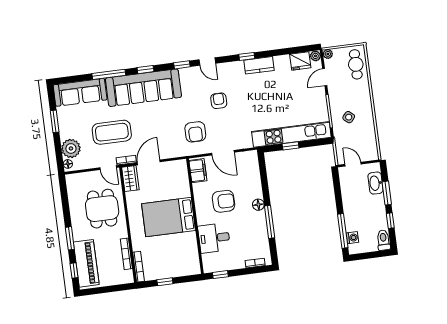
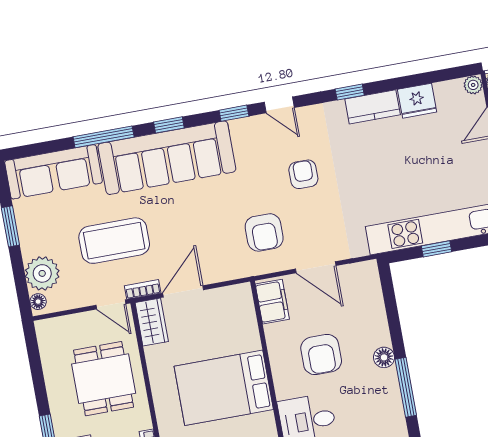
fridge: (300, 61) -> (417, 101), moved
armchair: (223, 201) -> (321, 355), turned 90

